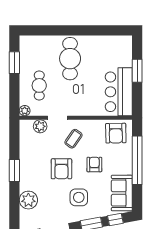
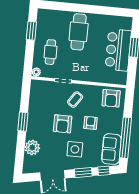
bar counter: (119, 92) -> (118, 50), moved
plant: (40, 126) -> (48, 86), removed
window: (137, 160) -> (125, 138), moved

